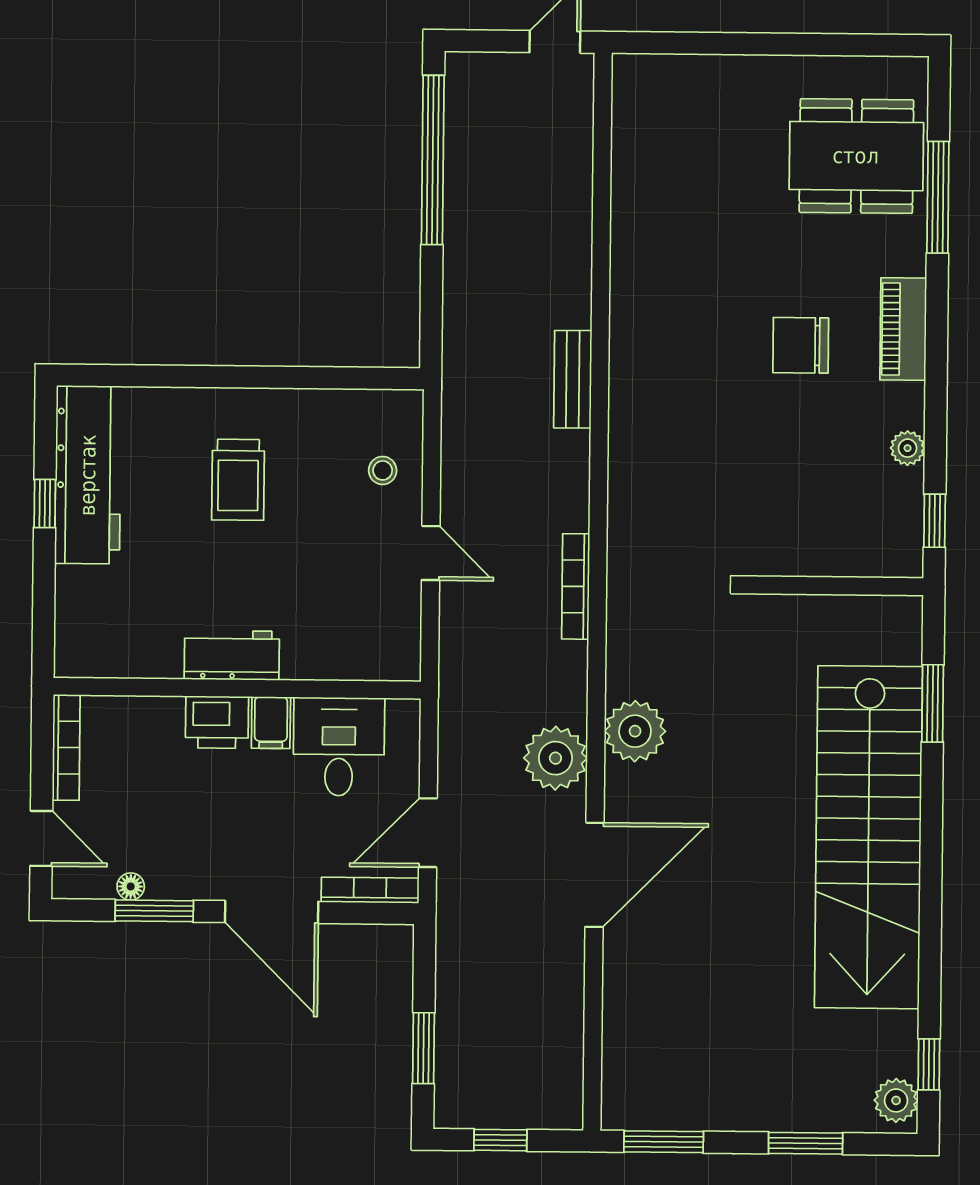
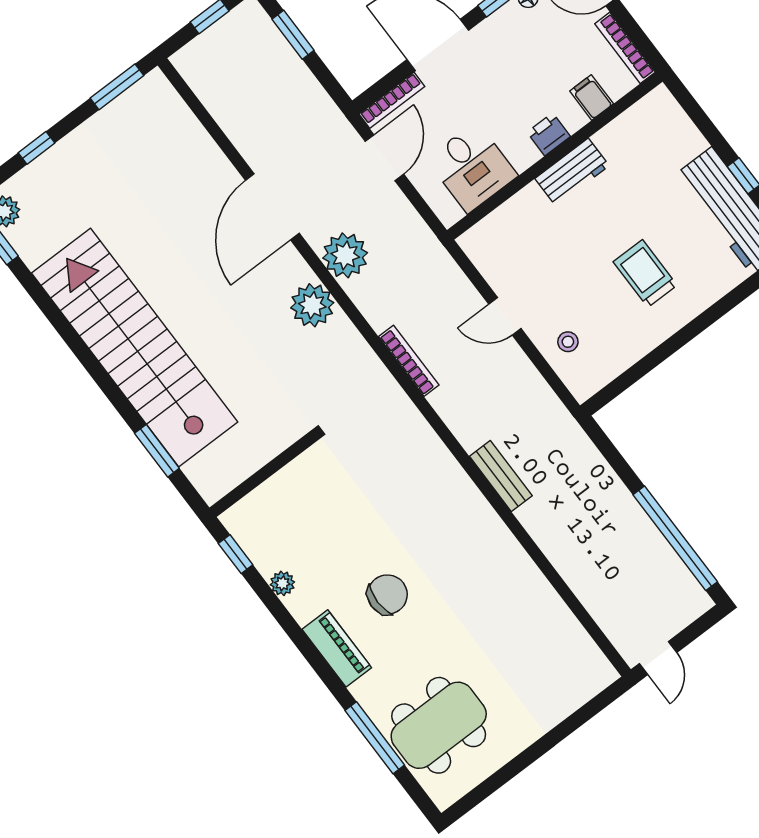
printer: (217, 722) -> (549, 134), width x0.73, depth x0.81
filing cabinet: (271, 723) -> (592, 97), moved
window: (806, 1143) -> (37, 148), width x0.67

